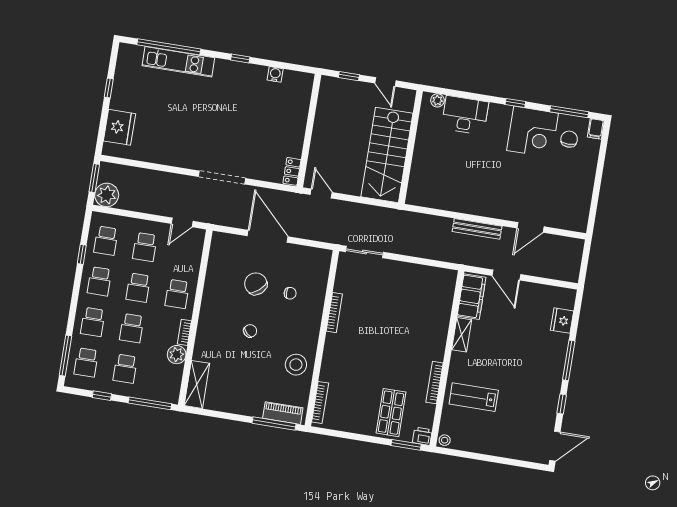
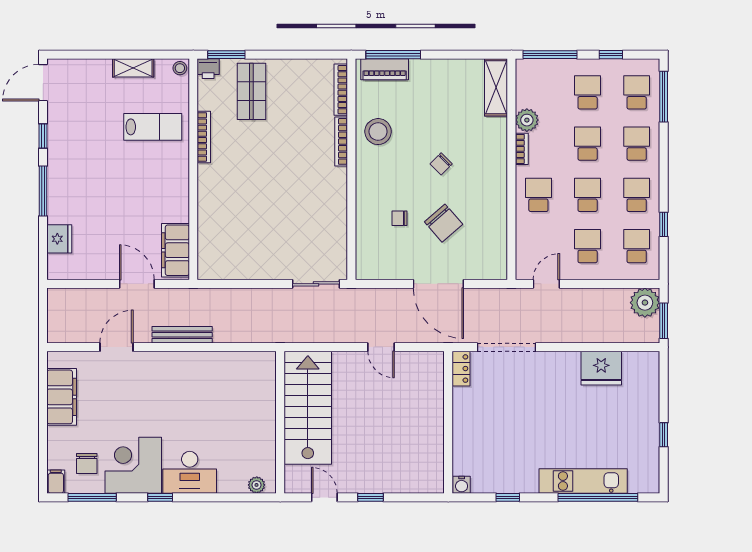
desk: (465, 115) -> (190, 472), moved
fridge: (119, 127) -> (601, 368), moved, turned -90
wall: (309, 131) -> (448, 422), moved
locker: (292, 171) -> (461, 369), moved
filing cabinet: (580, 195) -> (62, 397), added
bookcase: (334, 313) -> (341, 141), moved
shelving: (462, 335) -> (133, 68), moved, turned 90

